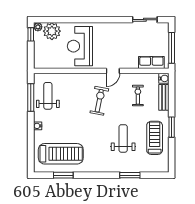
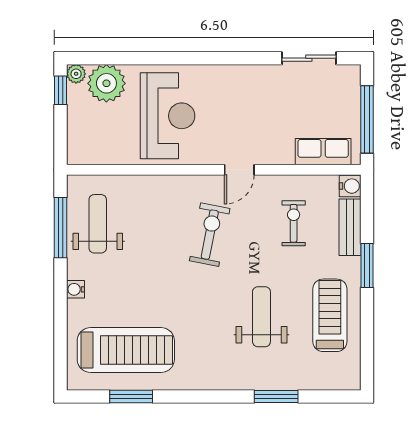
reception desk: (80, 46) -> (168, 116), turned 180
window: (172, 127) -> (367, 266), moved

